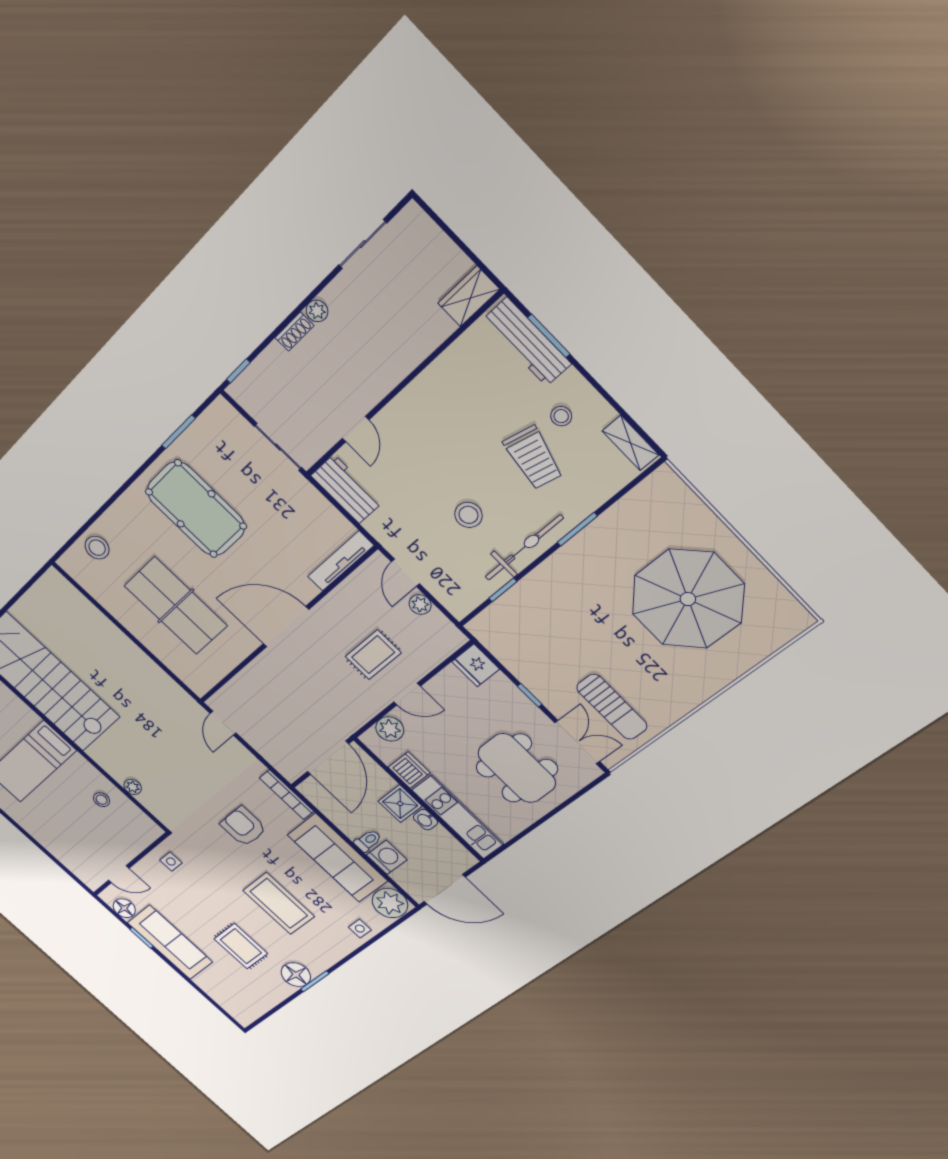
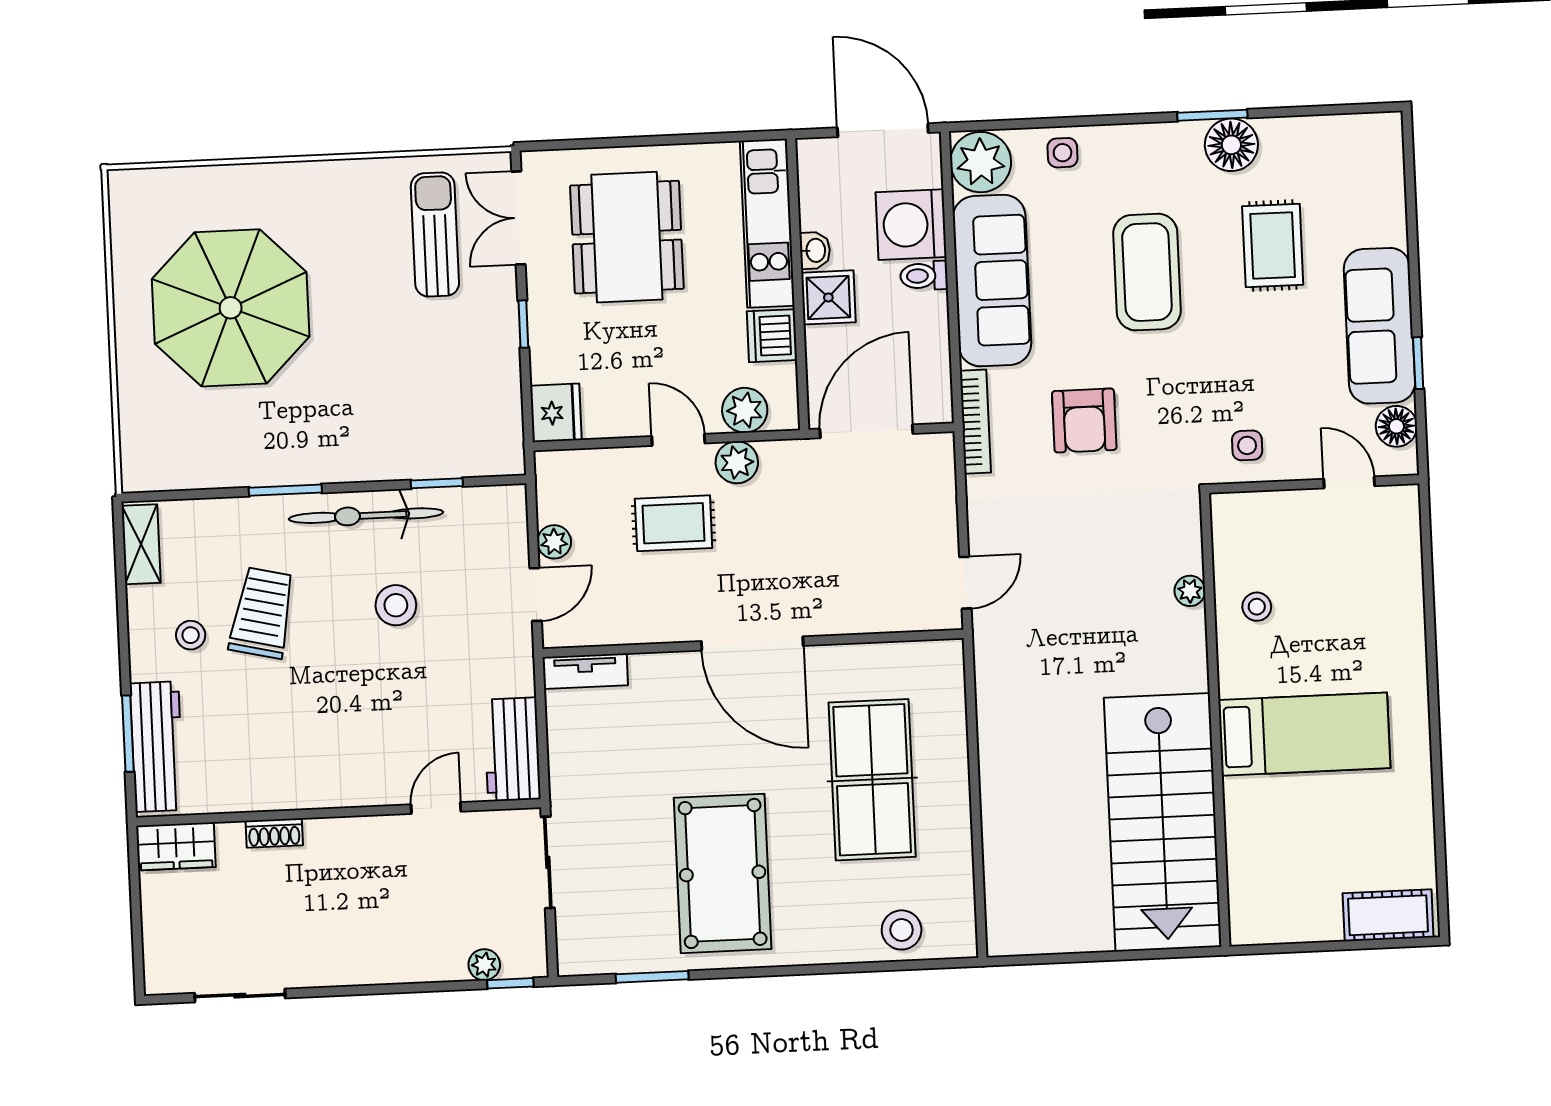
plant: (317, 311) -> (484, 965), moved
shoe rack: (294, 332) -> (274, 833), moved, turned 180
tv unit: (341, 561) -> (585, 671), width x0.71
plant: (371, 703) -> (737, 462), added
washing machine: (387, 857) -> (911, 225), width x1.37, depth x1.37

